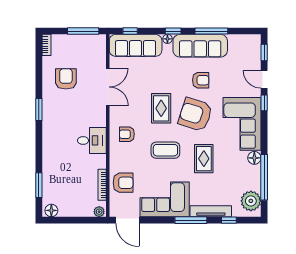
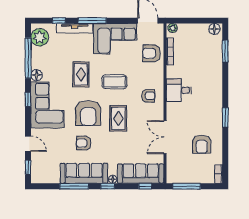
window: (264, 103) -> (28, 99), moved
armchair: (195, 114) -> (88, 113), turned 72

